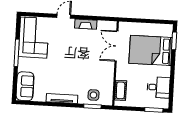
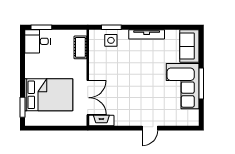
fireplace: (86, 24) -> (101, 121), moved
corner sofa: (34, 38) -> (183, 86), moved
desk: (158, 87) -> (37, 41), moved

